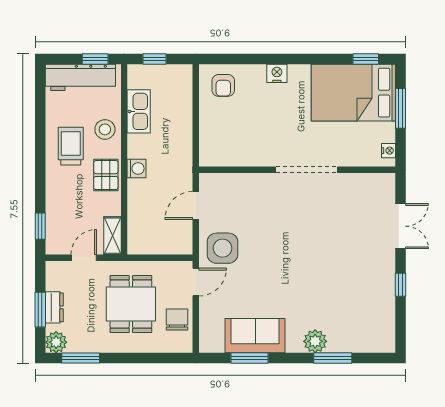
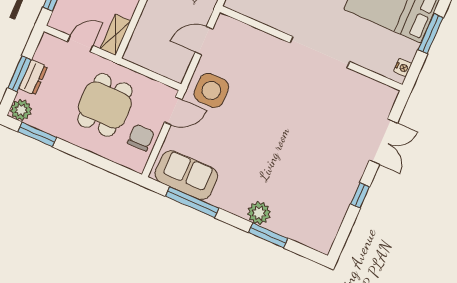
sofa: (255, 336) -> (186, 175), moved
window: (250, 358) -> (192, 202), width x1.44

